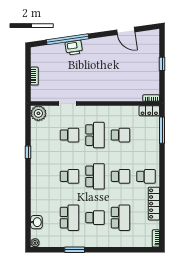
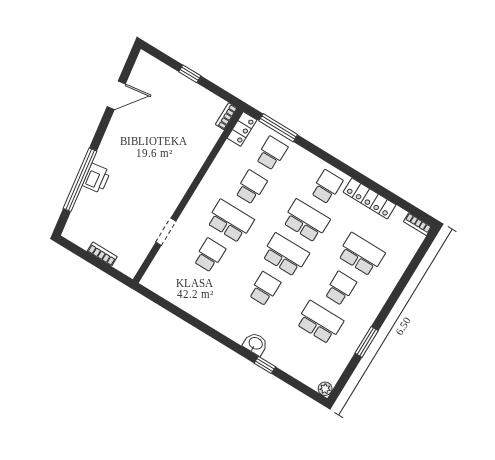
plant: (38, 113) -> (155, 279), removed
school desk: (146, 135) -> (272, 153), added
window: (28, 152) -> (265, 365), moved
school desk: (120, 176) -> (306, 221), width x1.85
washbasin: (36, 222) -> (255, 344), moved

